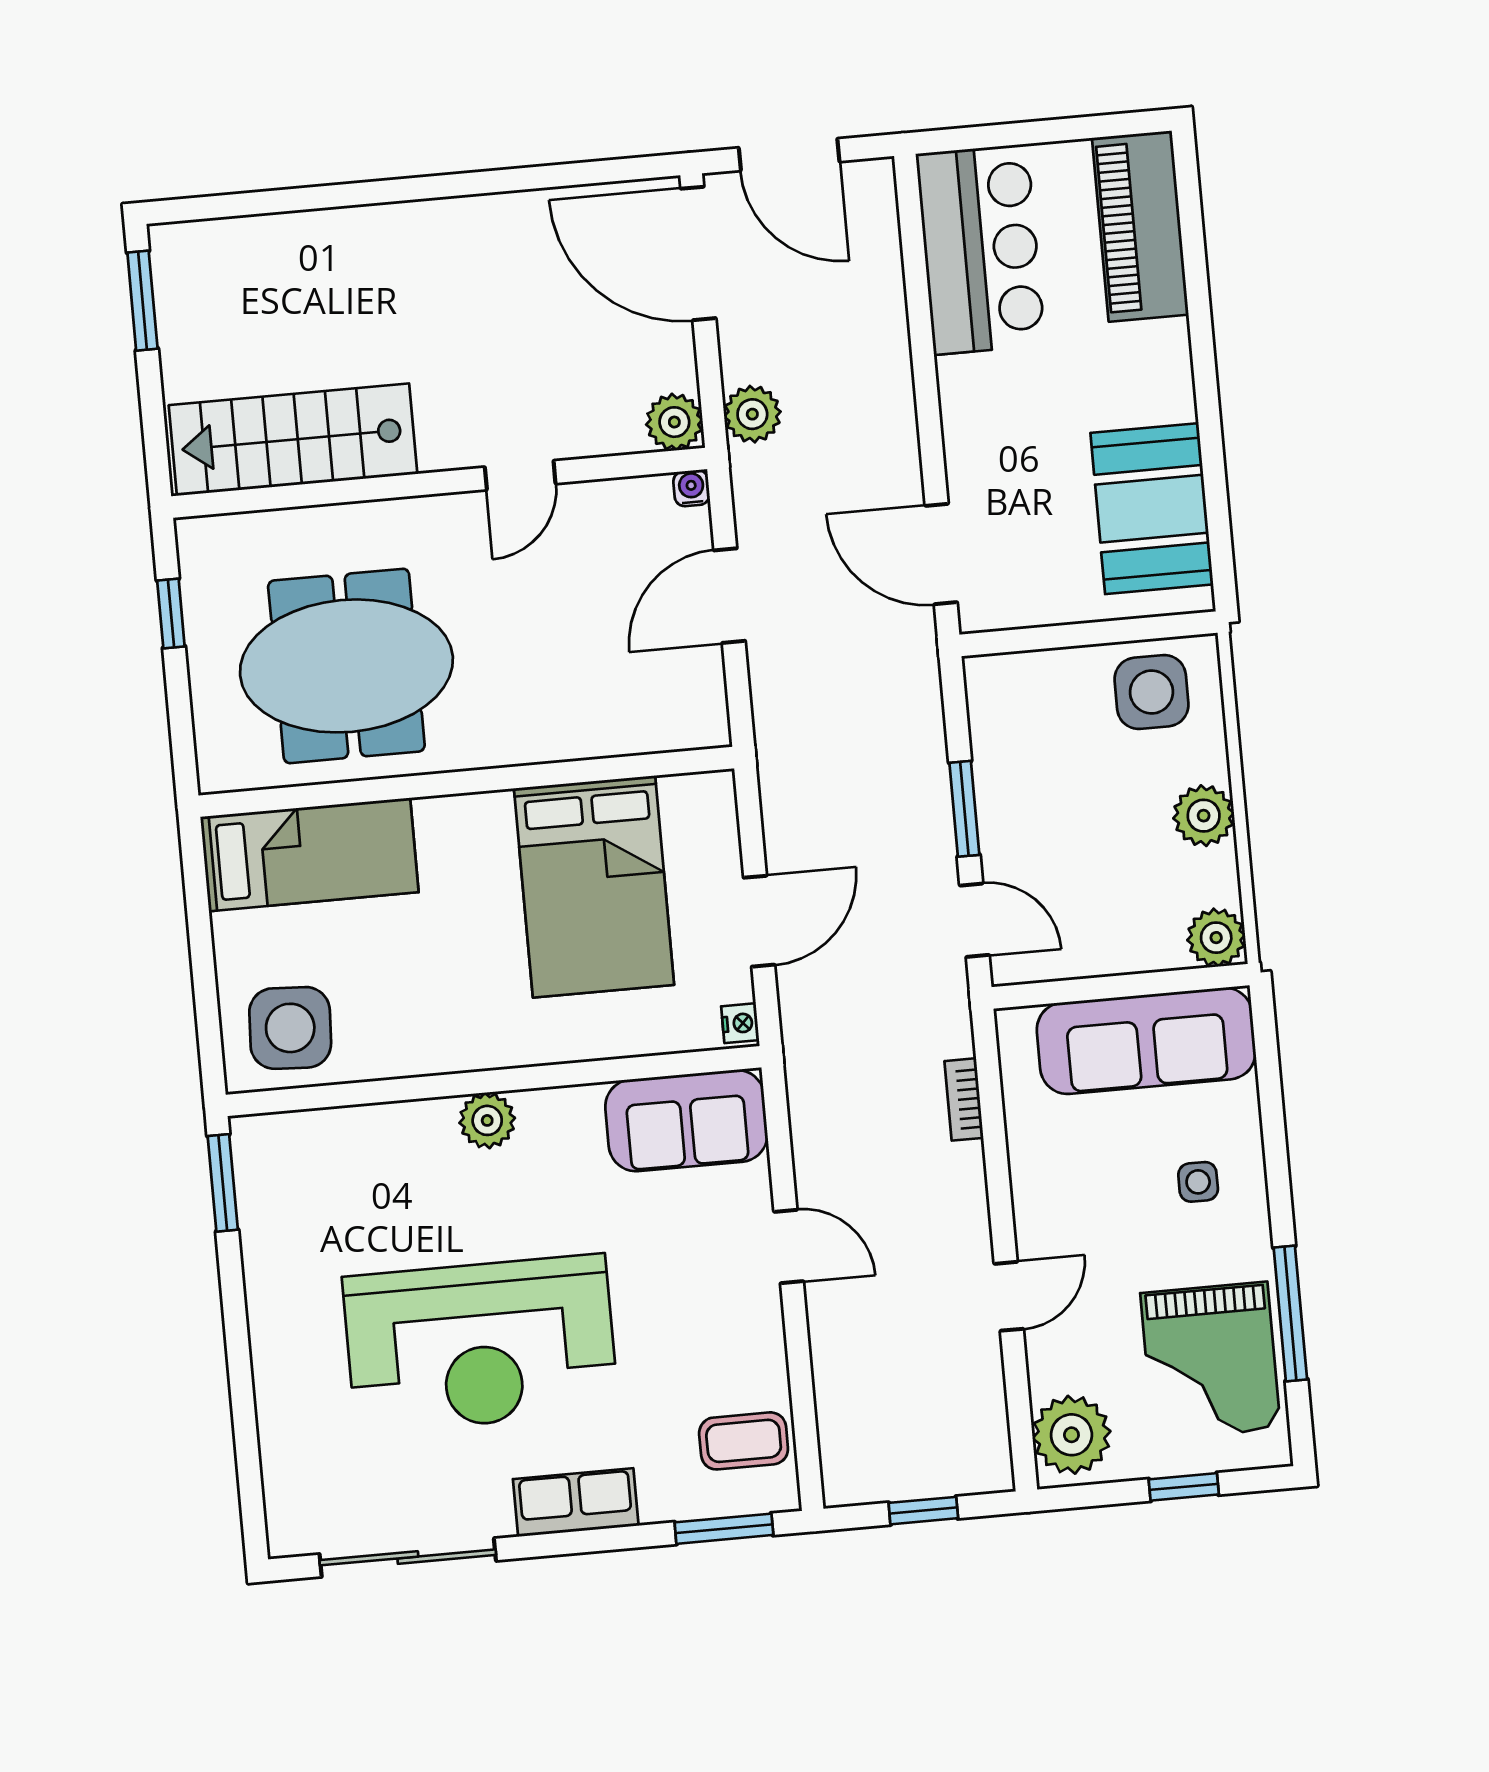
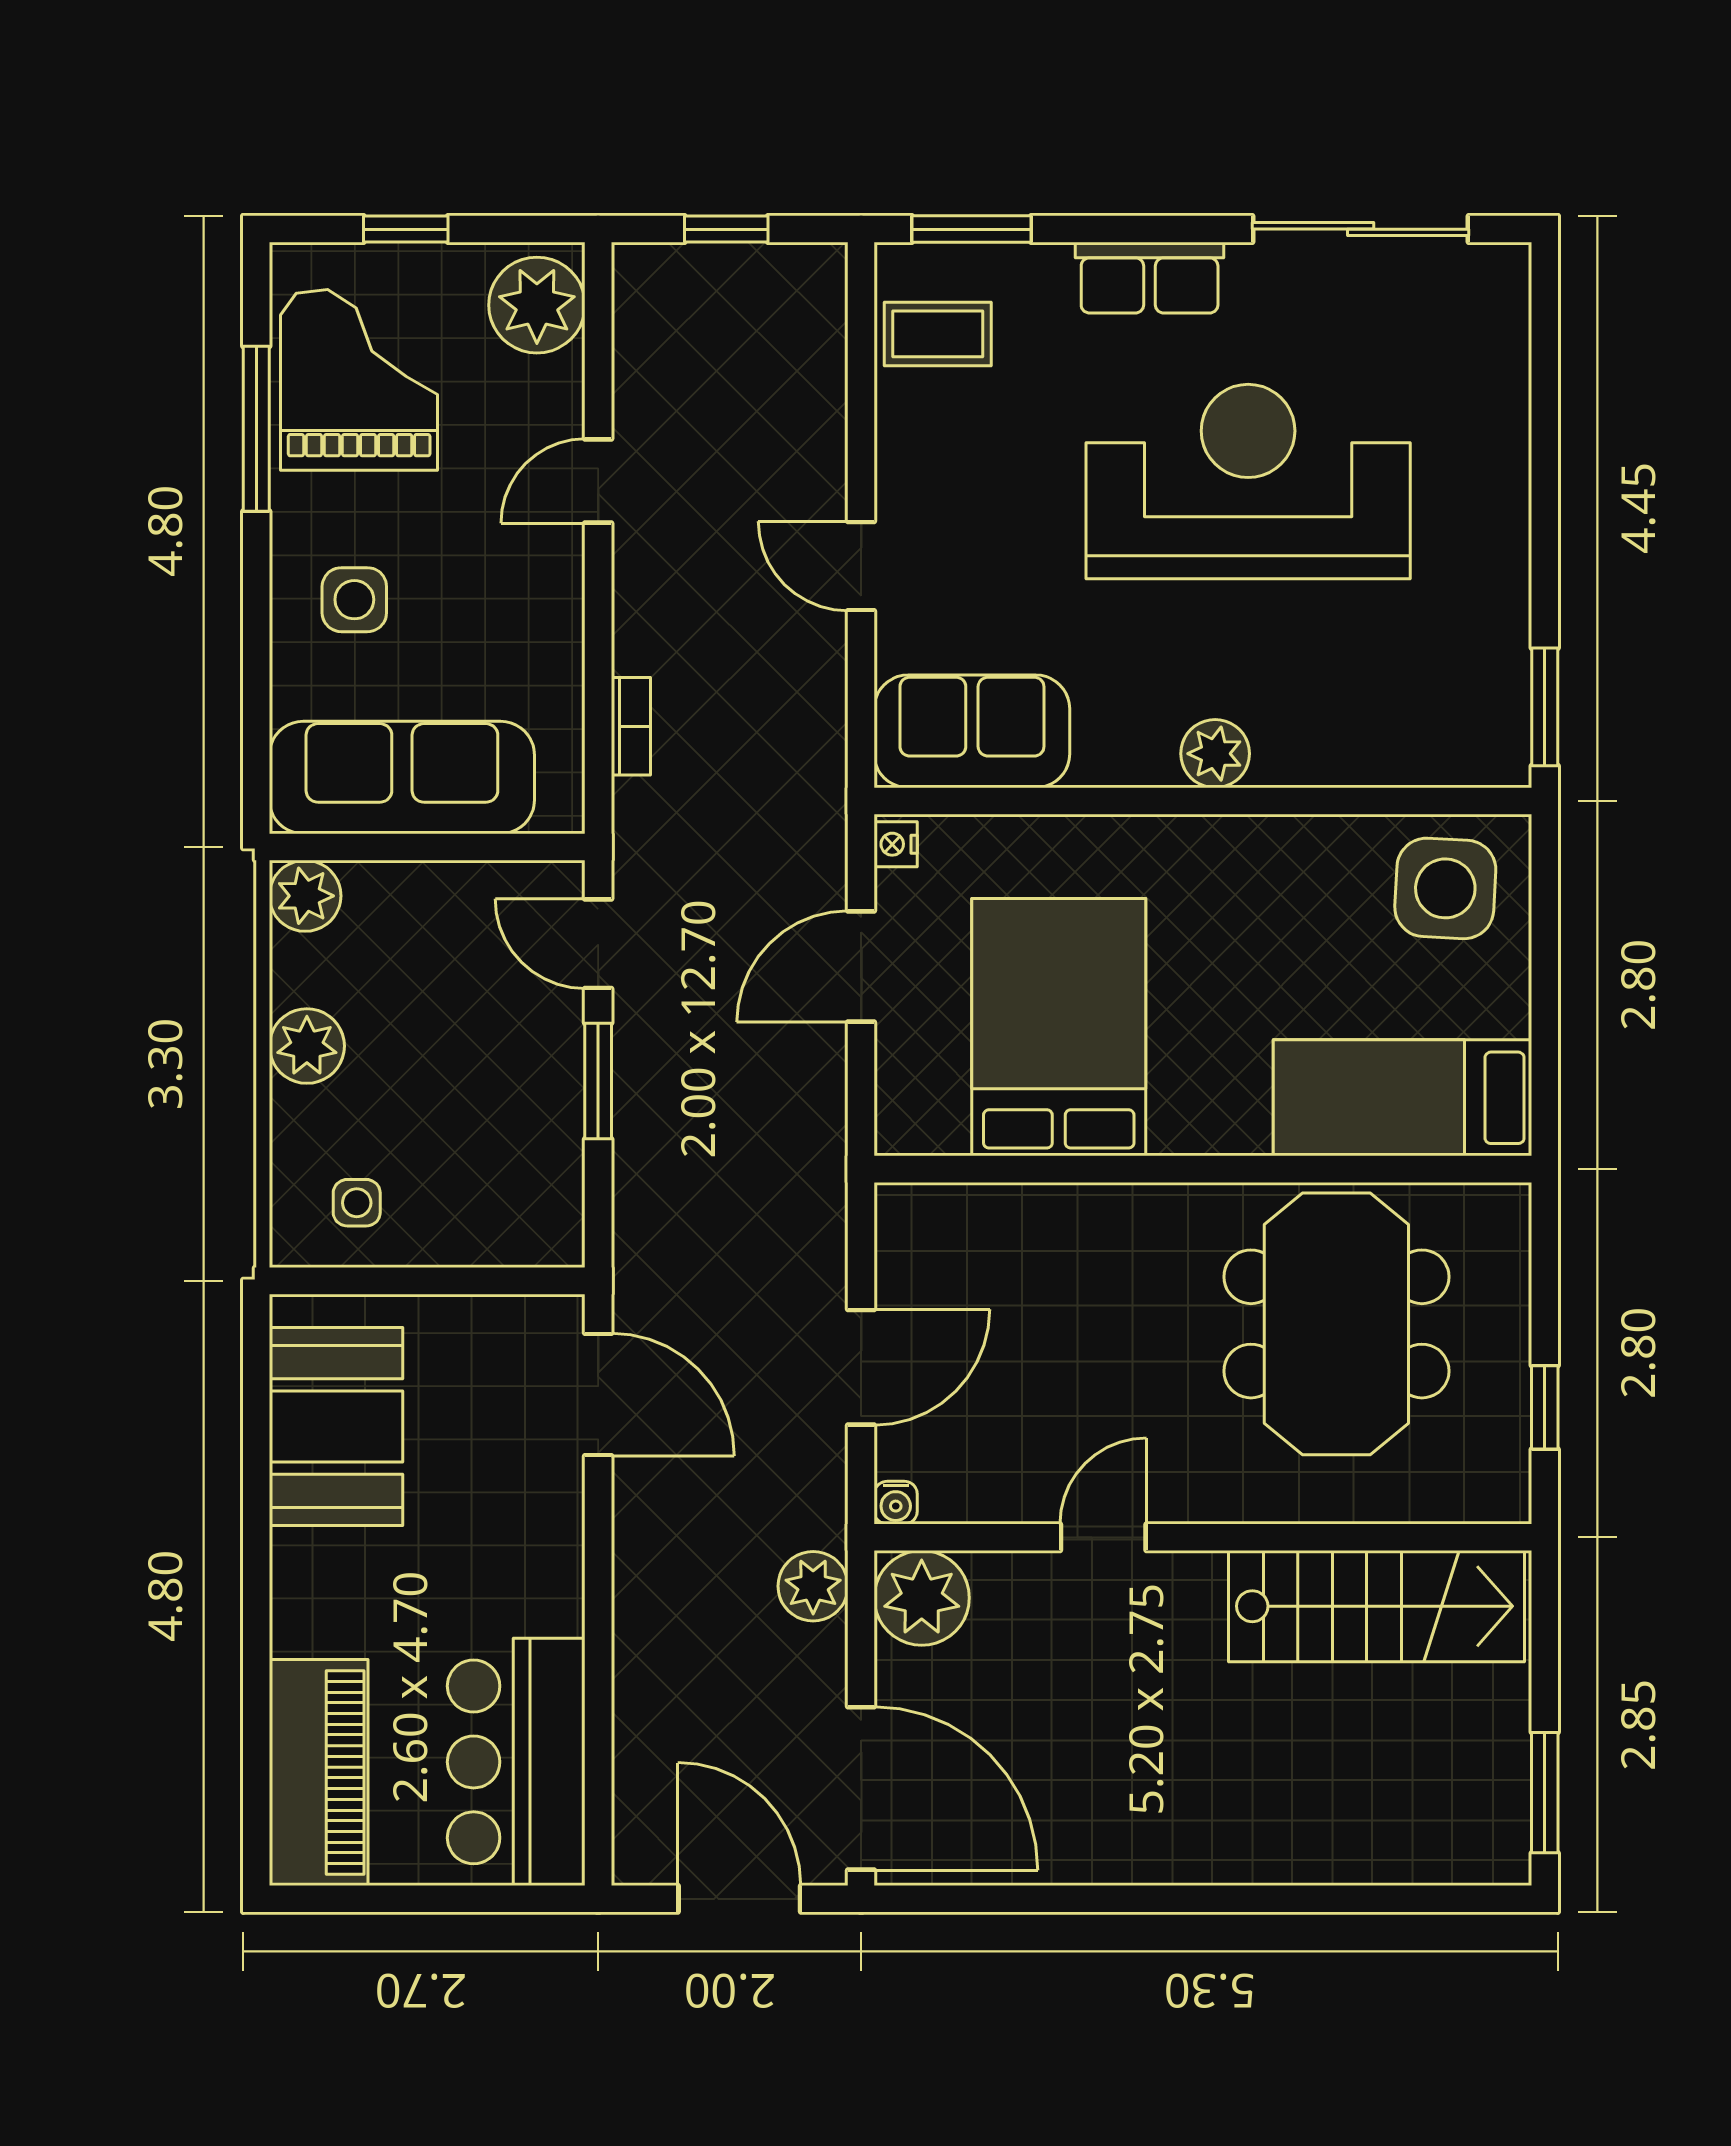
plant: (674, 422) -> (922, 1598), width x1.36, depth x1.36
meeting table: (346, 666) -> (1336, 1324), turned 90
side table: (1152, 692) -> (357, 1203), width x0.54, depth x0.54
side table: (1198, 1182) -> (354, 600), width x1.37, depth x1.37

